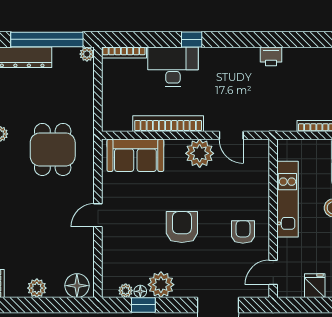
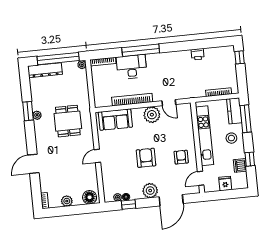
window: (192, 39) -> (141, 50), width x3.17
printer: (271, 56) -> (198, 54), moved
kitchen unit: (287, 199) -> (205, 136), width x1.36
plant: (161, 285) -> (150, 191), moved

